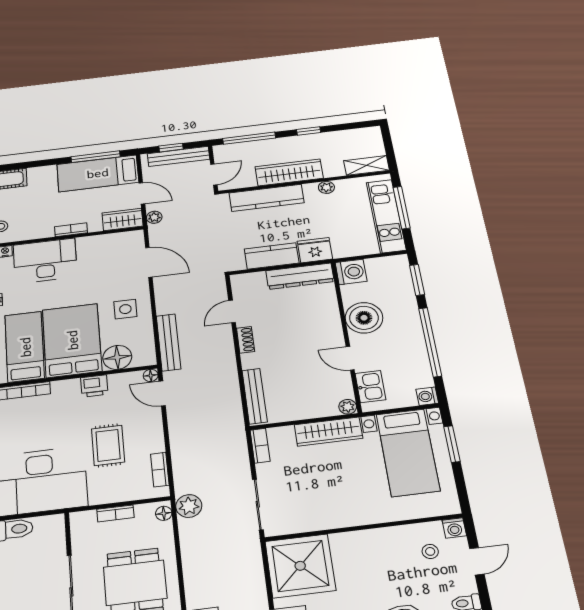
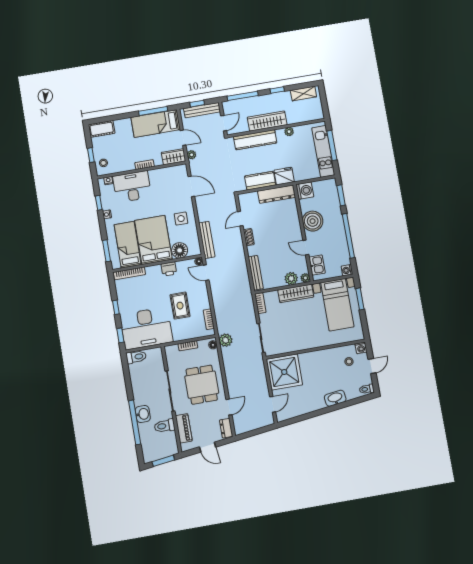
shelving: (366, 165) -> (303, 94), moved
plant: (321, 407) -> (291, 279), added

